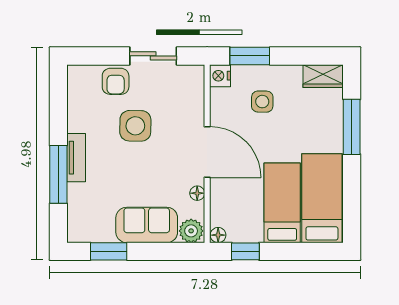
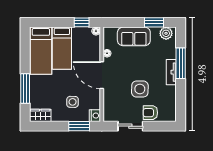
armchair: (116, 81) -> (150, 113), turned -90
plant: (191, 231) -> (166, 33), moved

